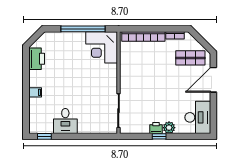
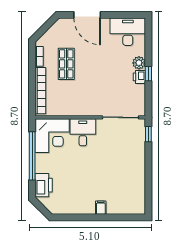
shop shelf: (190, 58) -> (66, 64), moved
printer: (37, 59) -> (44, 185), moved, turned 90
desk: (65, 121) -> (83, 132), moved, turned -90
window: (44, 136) -> (148, 134), moved

